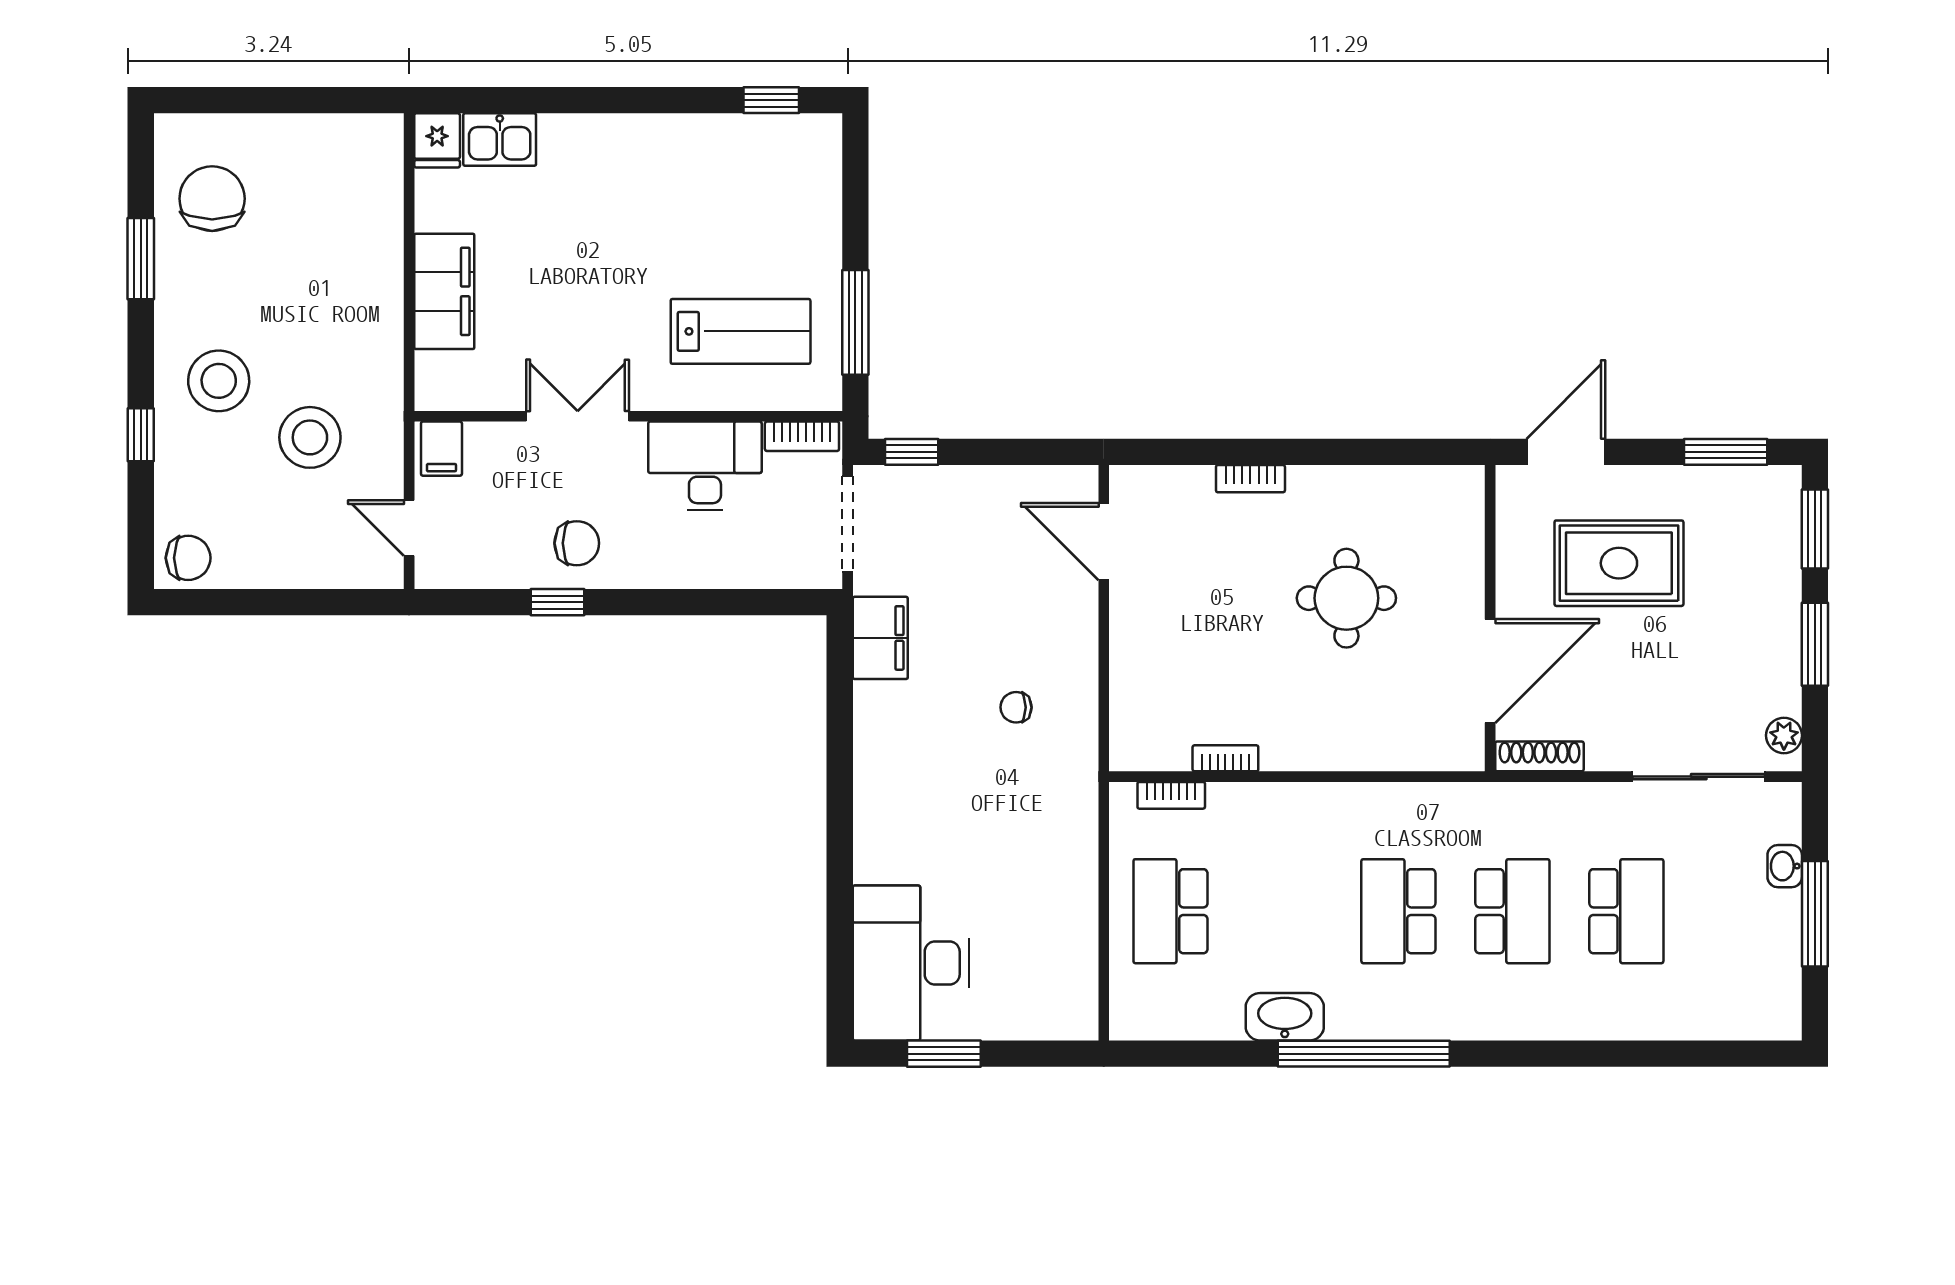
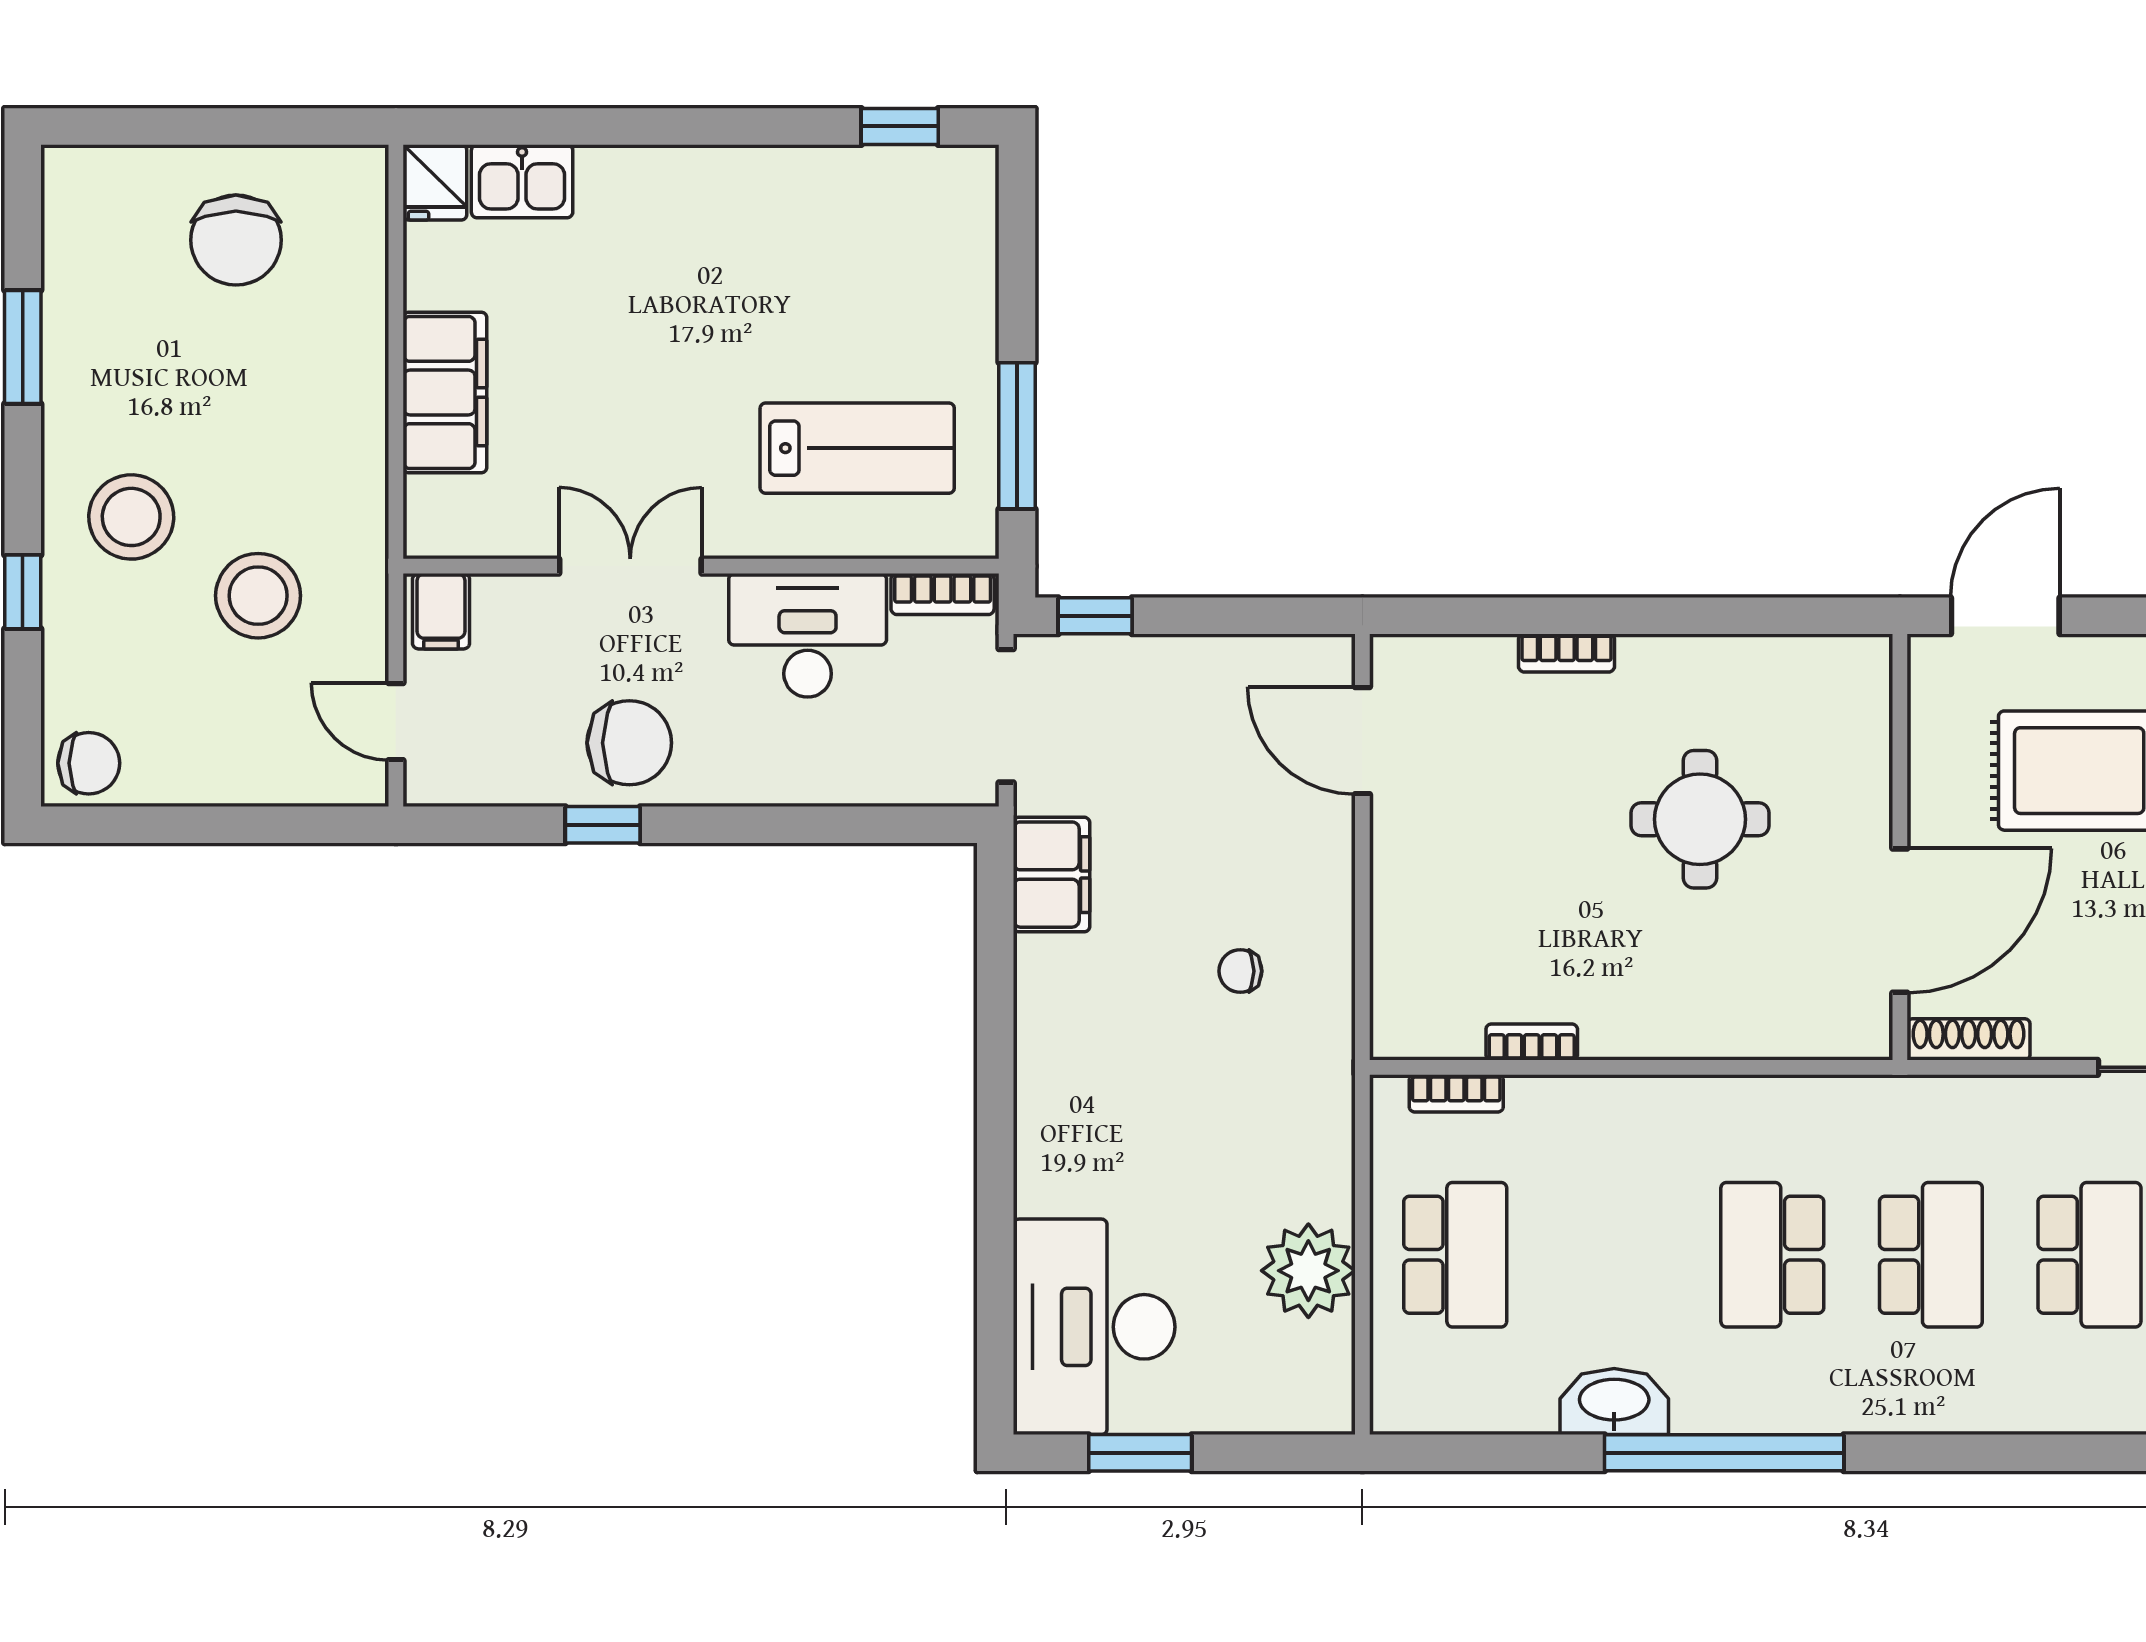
chair: (212, 199) -> (236, 240), moved, turned 180
chair: (577, 543) -> (629, 743), width x1.37, depth x1.37
school desk: (1170, 911) -> (1455, 1255), turned 180
plant: (1065, 923) -> (1308, 1271), added

